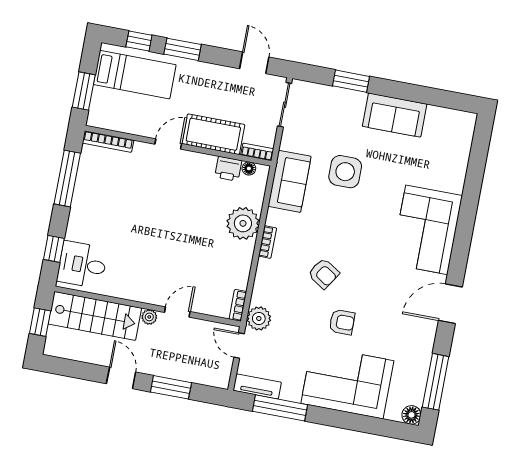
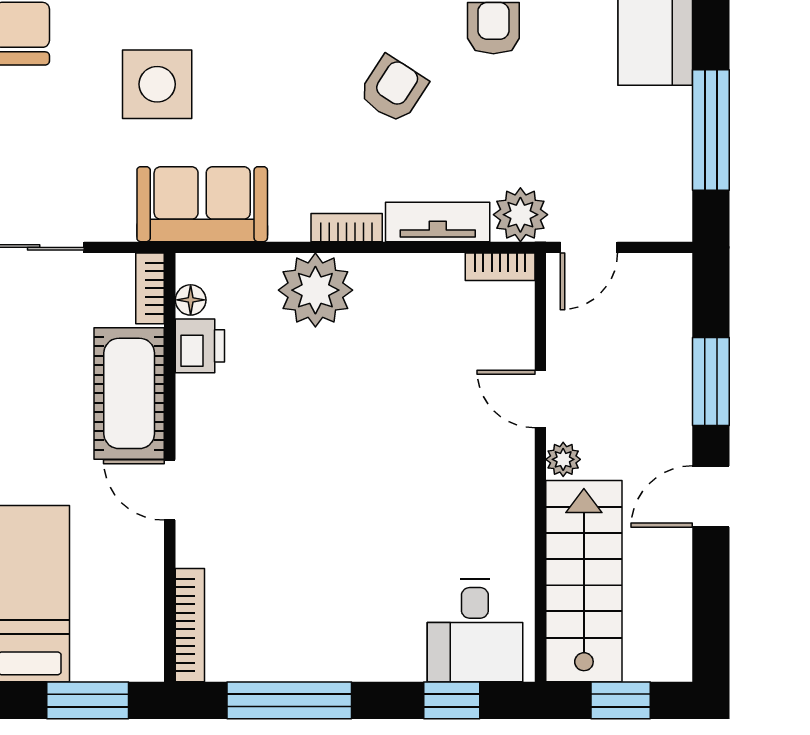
tv unit: (257, 386) -> (438, 222), moved, turned 90

